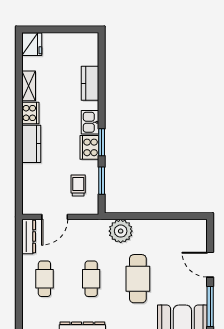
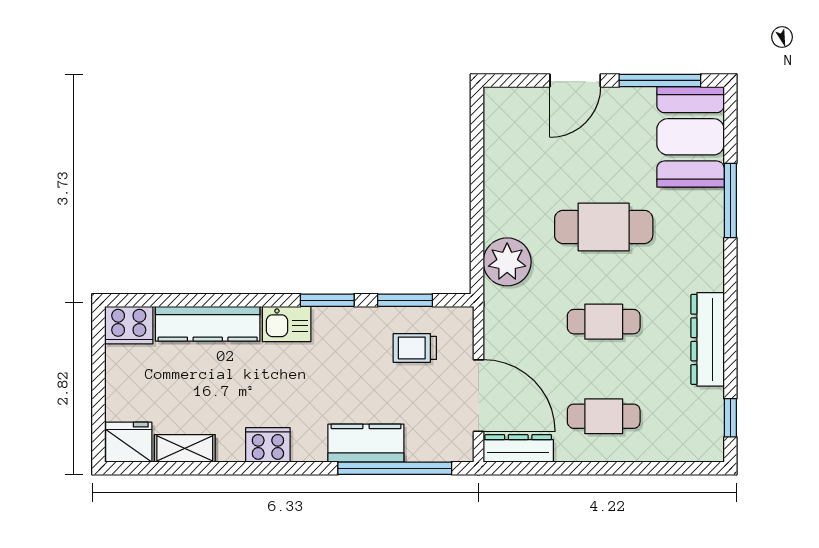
kitchen counter: (90, 83) -> (208, 324), width x1.50
shelving: (29, 86) -> (185, 448), moved
kitchen counter: (31, 144) -> (366, 443), moved
cooker: (89, 147) -> (129, 325), moved
window: (19, 176) -> (395, 468), added
door: (55, 217) -> (479, 396), width x1.36

